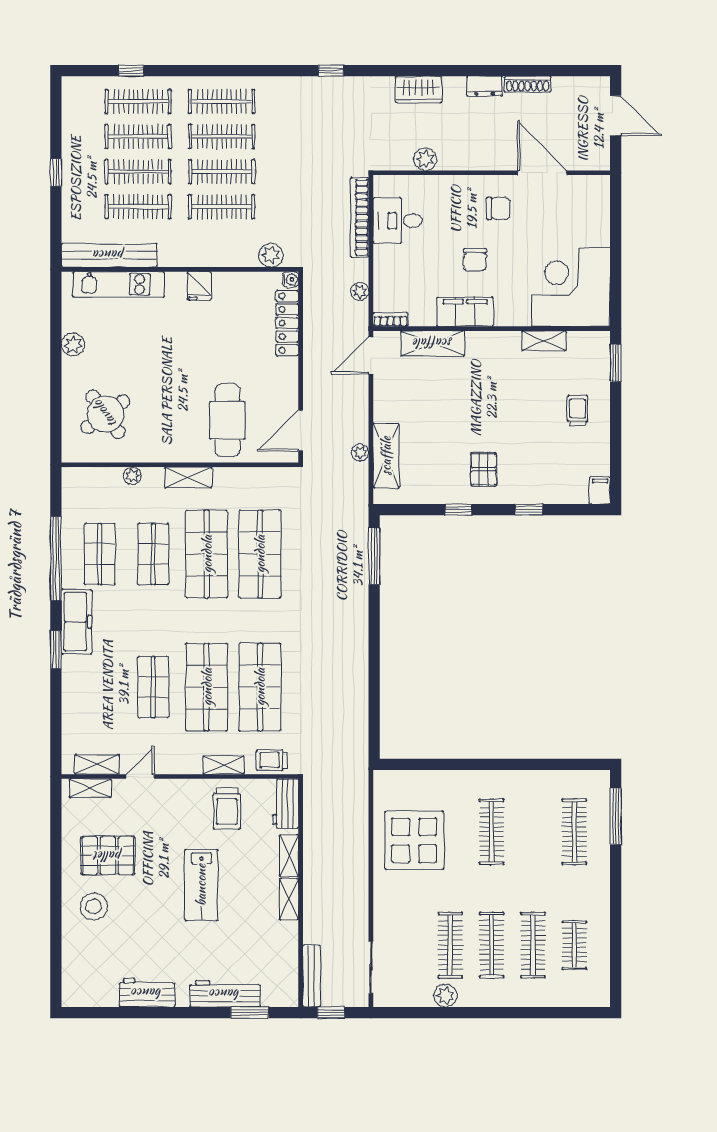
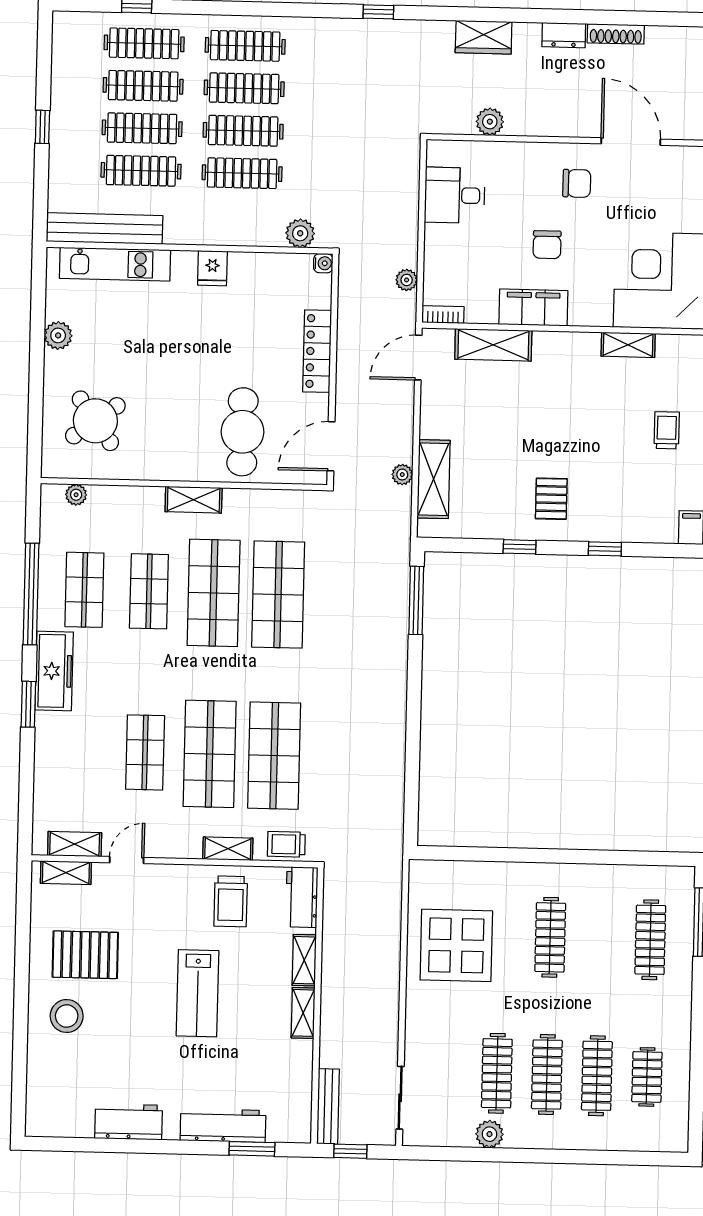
bookcase: (360, 217) -> (409, 190), removed
locker: (287, 323) -> (317, 351), moved
plant: (132, 476) -> (76, 495), moved

